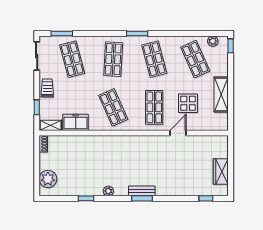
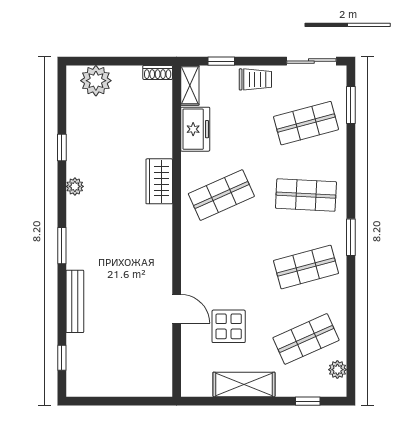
window: (231, 46) -> (308, 401), moved
shop shelf: (154, 107) -> (221, 267), removed
wardrobe: (221, 172) -> (159, 181), moved, turned -90
bench: (142, 191) -> (75, 301), moved, width x1.36

